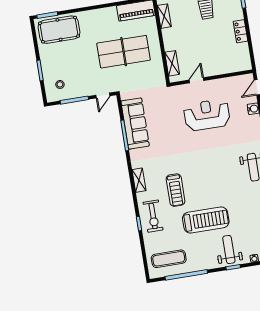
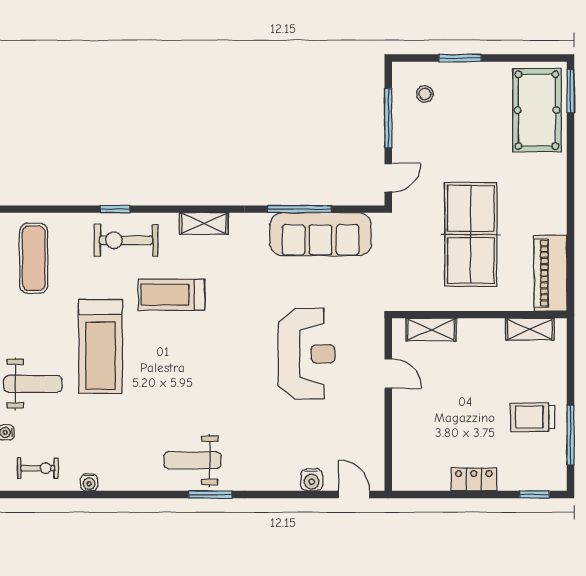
door: (103, 95) -> (388, 178), swing flipped
reception desk: (207, 115) -> (307, 354), moved

